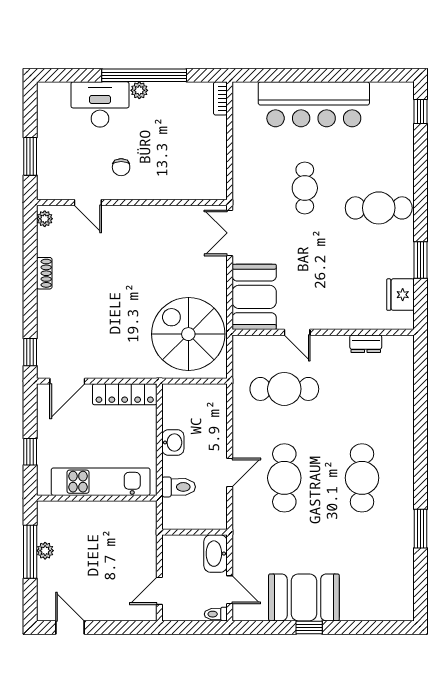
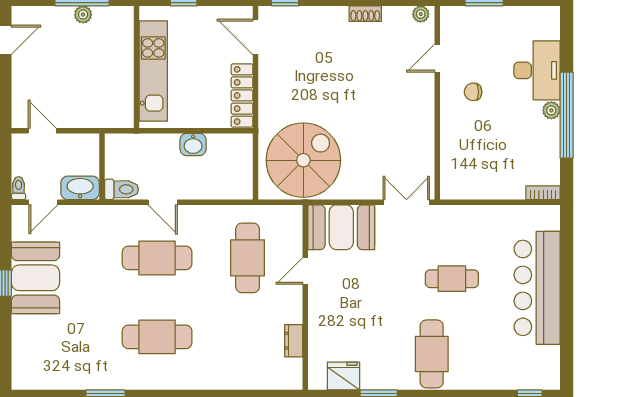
toilet: (179, 487) -> (121, 189), moved, turned -90

